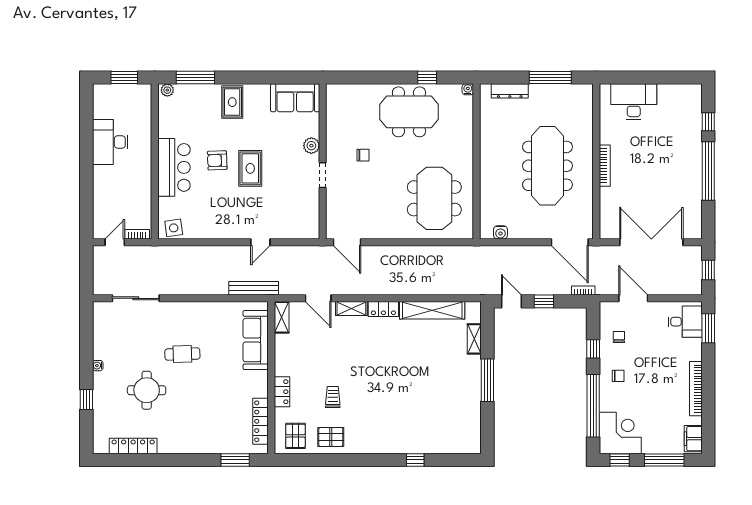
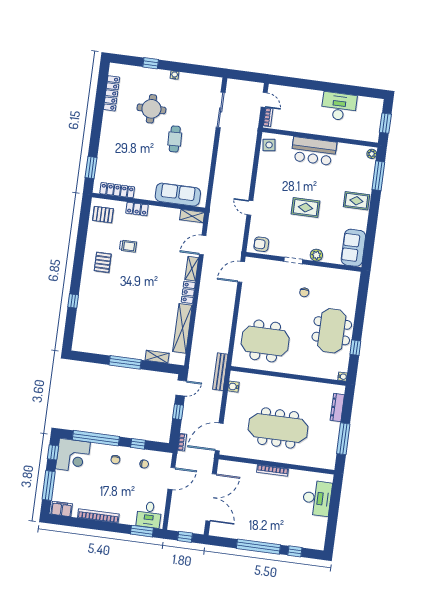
armchair: (217, 160) -> (261, 244), moved, turned -88
bench: (254, 288) -> (220, 372), moved
pallet: (331, 437) -> (103, 262), moved

